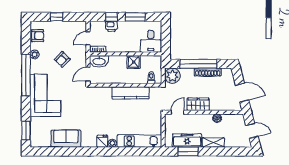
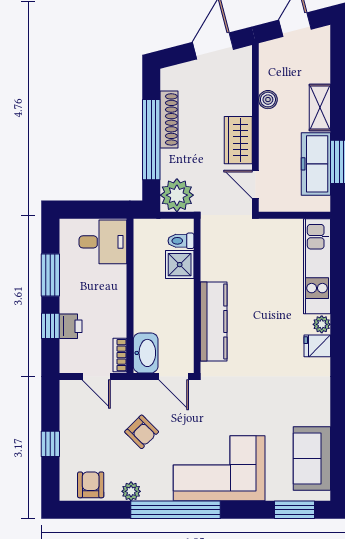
shower: (134, 62) -> (180, 265), moved
kitchen counter: (130, 93) -> (214, 321), moved
sofa: (66, 139) -> (312, 458), moved

